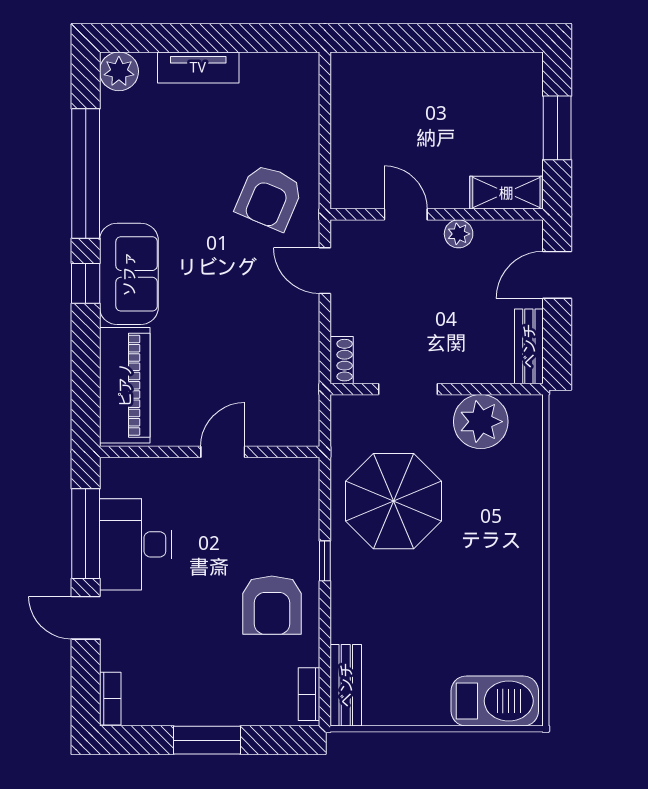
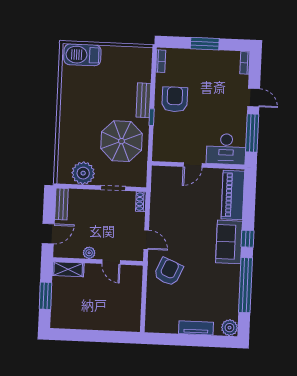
desk: (136, 544) -> (226, 149), moved, turned 90
bench: (346, 685) -> (144, 100), moved

